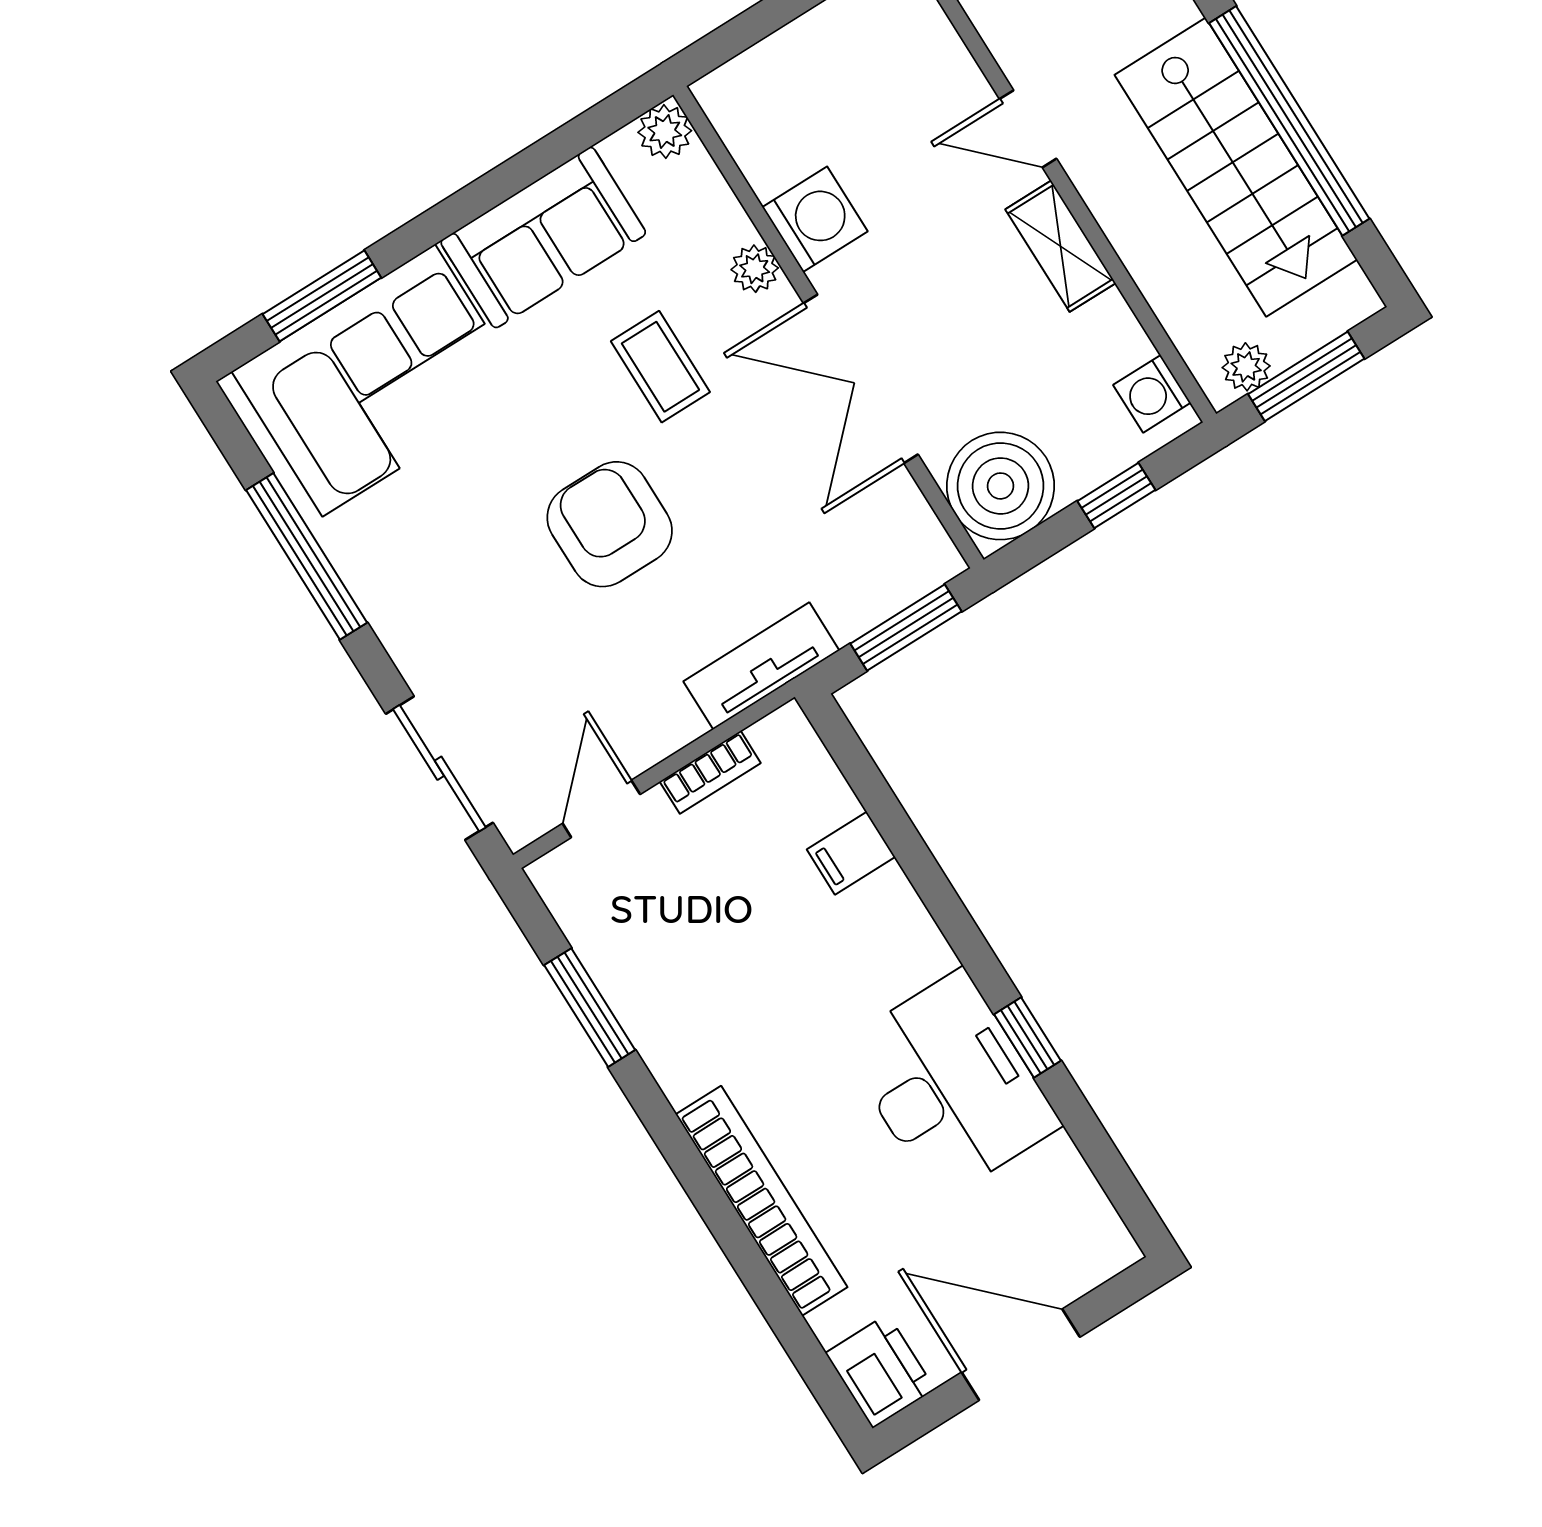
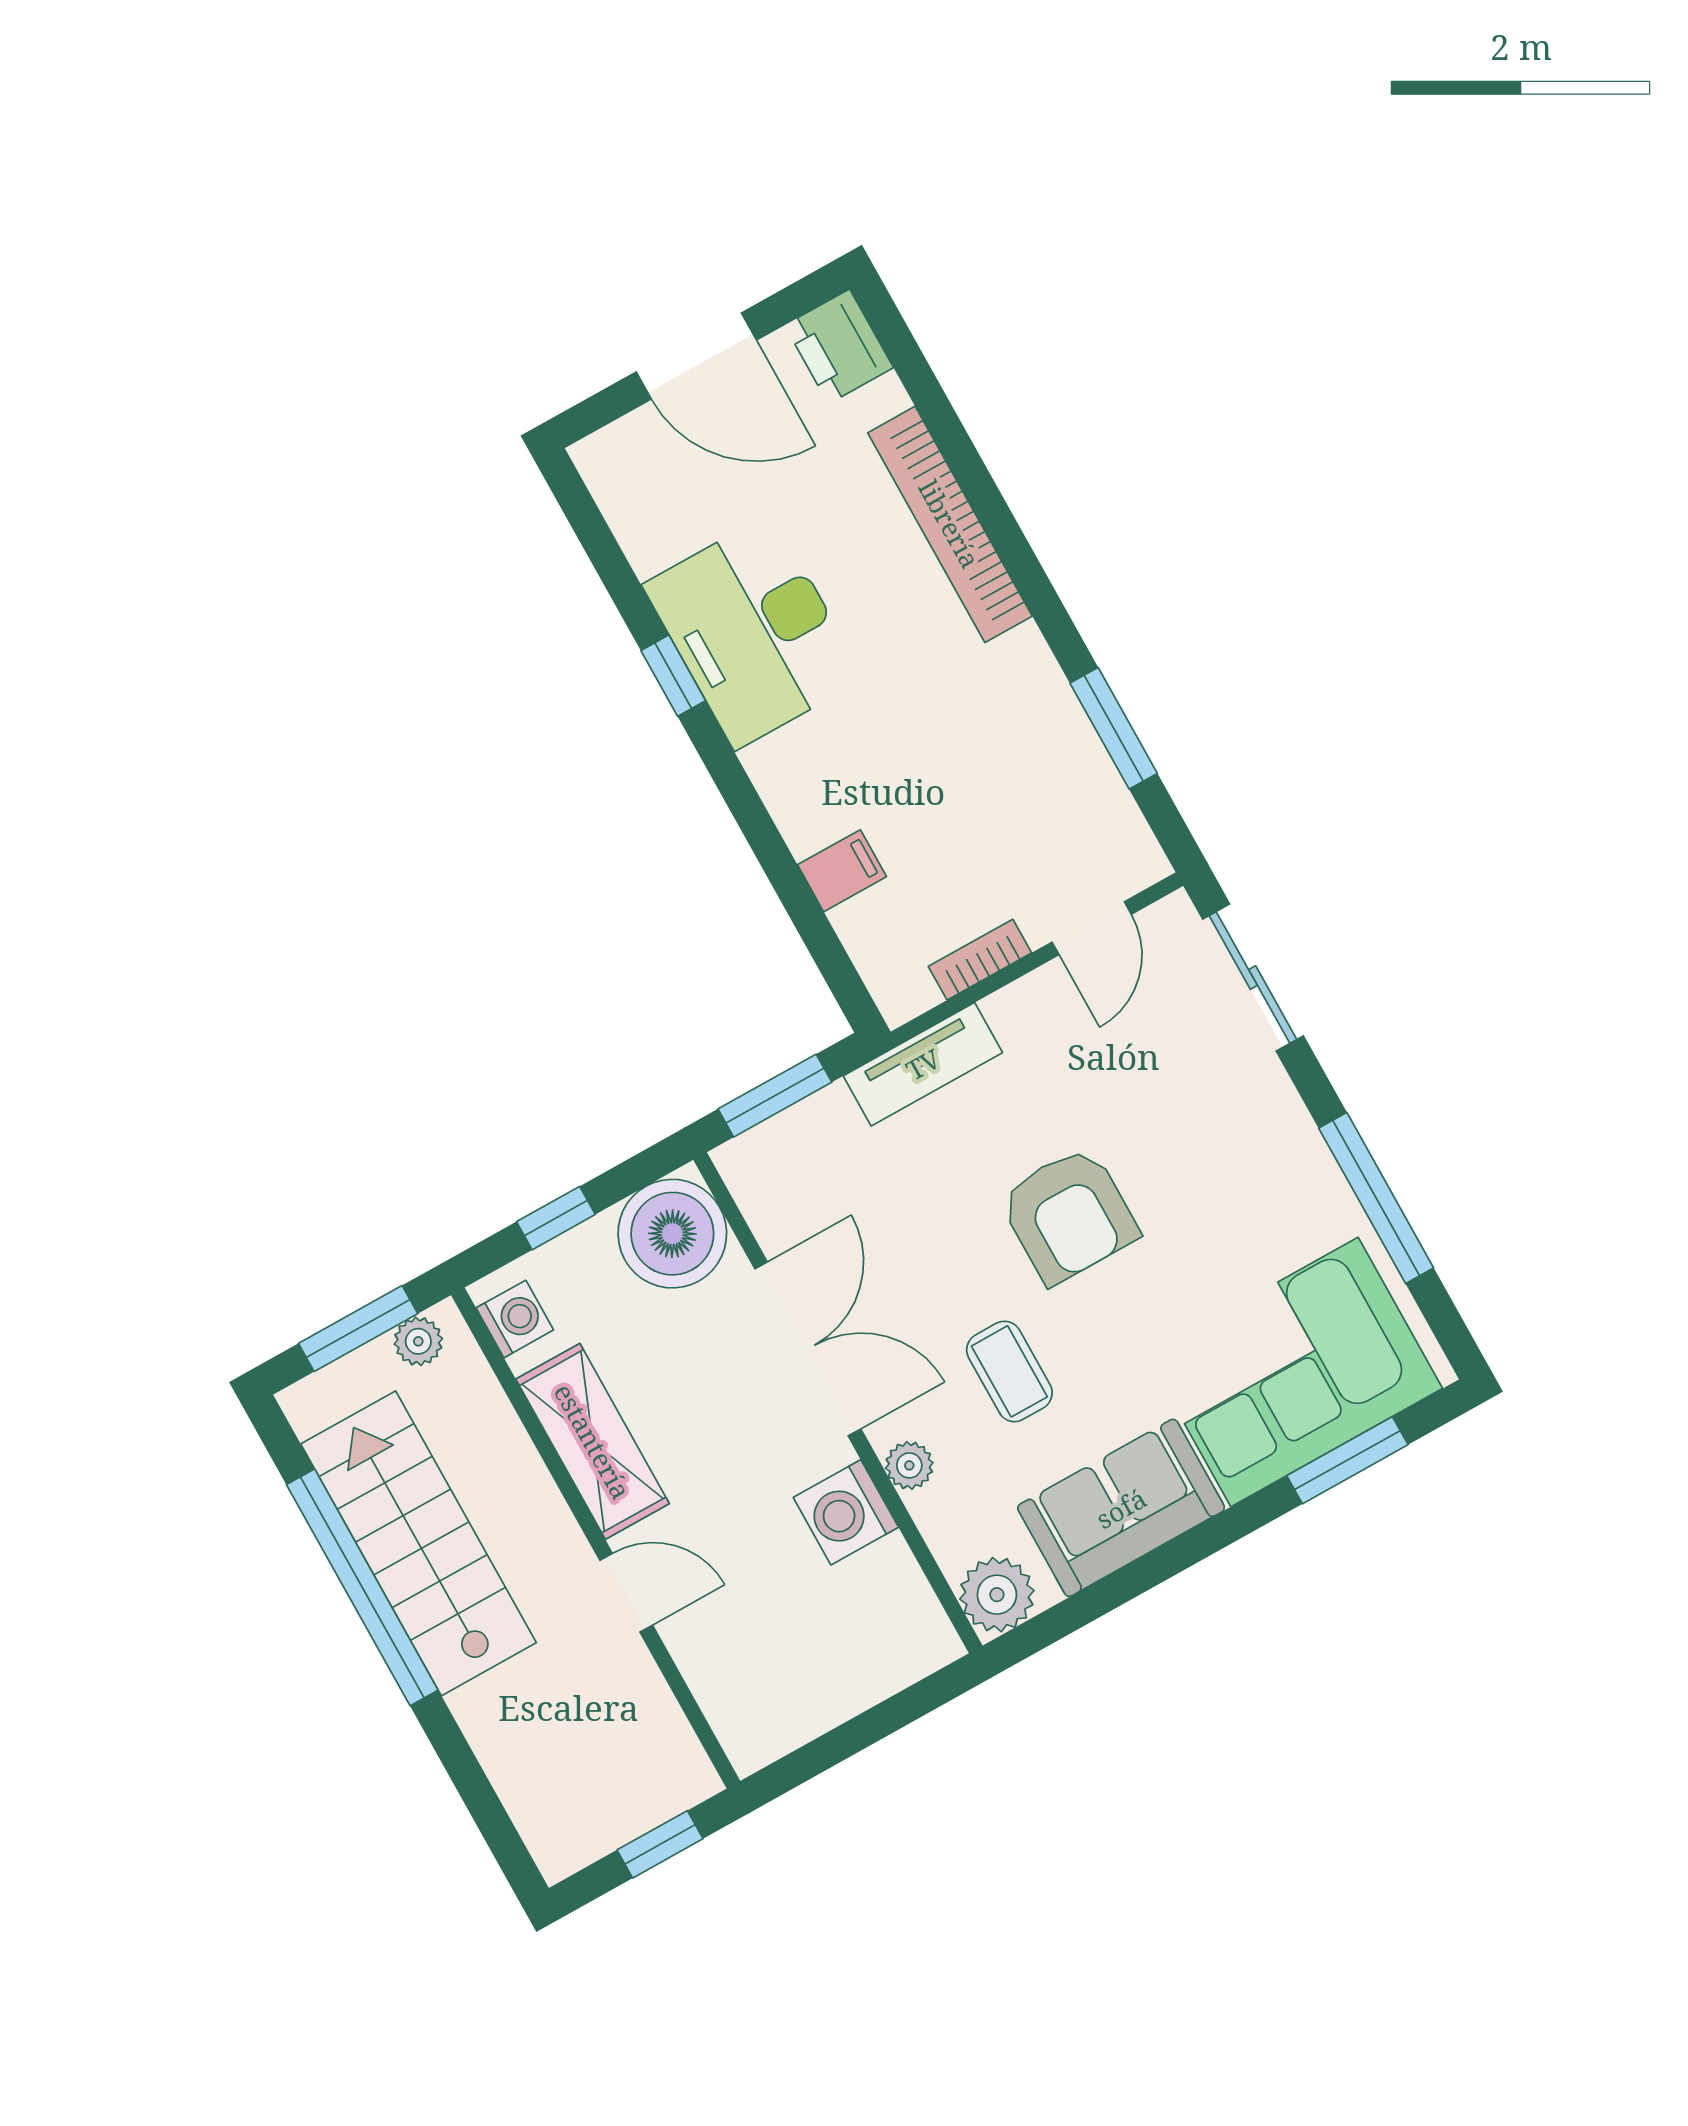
plant: (665, 131) -> (997, 1595), width x1.38, depth x1.38
shelving: (1061, 246) -> (593, 1441), width x1.50, depth x1.33

